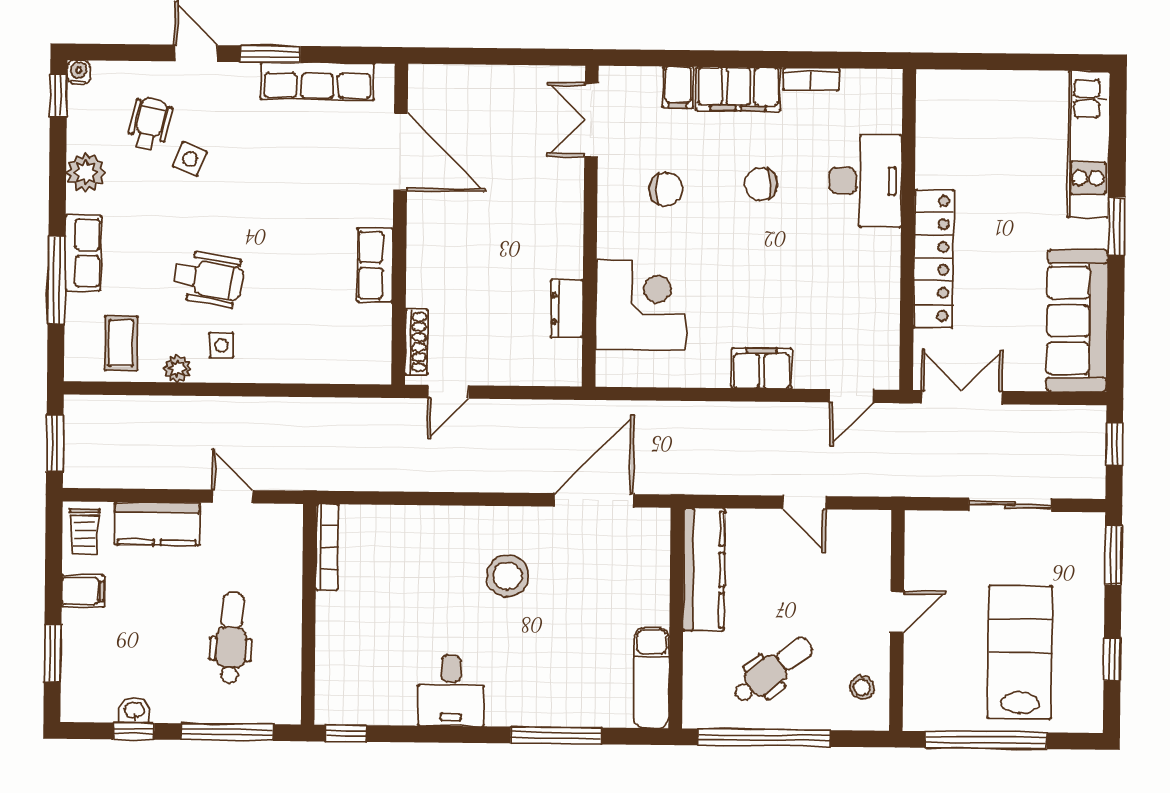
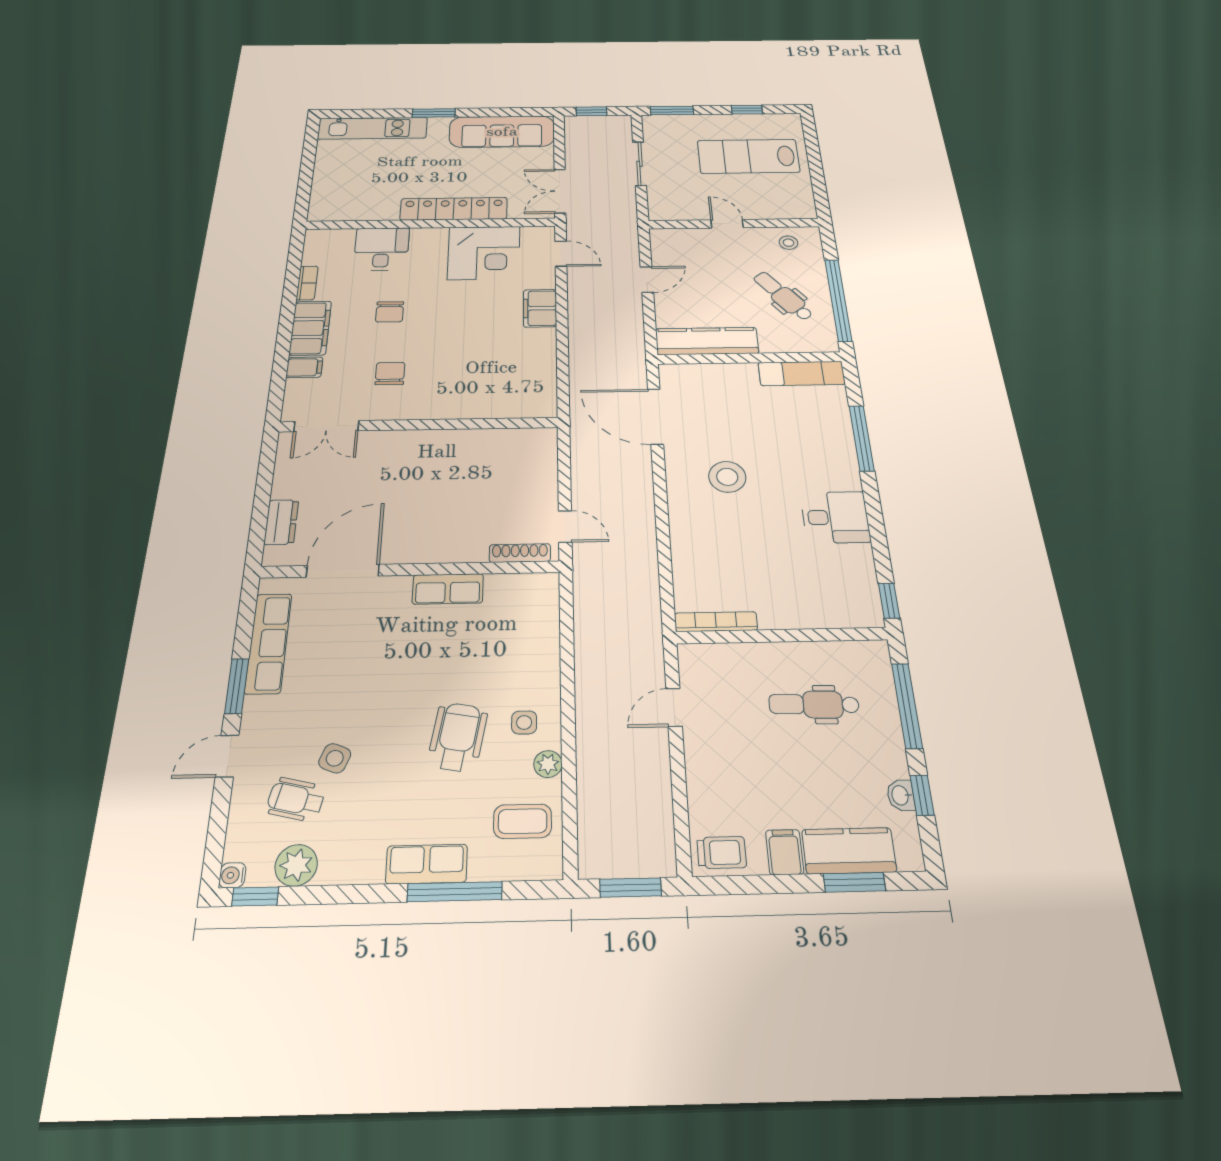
plant: (86, 172) -> (296, 865), moved
desk: (865, 181) -> (381, 249), width x0.73
corner desk: (641, 305) -> (484, 253), moved, turned 180
dresser: (567, 309) -> (281, 522), moved, turned -90
kitchen counter: (157, 524) -> (849, 851), moved, turned -90
window: (986, 740) -> (817, 173), removed

